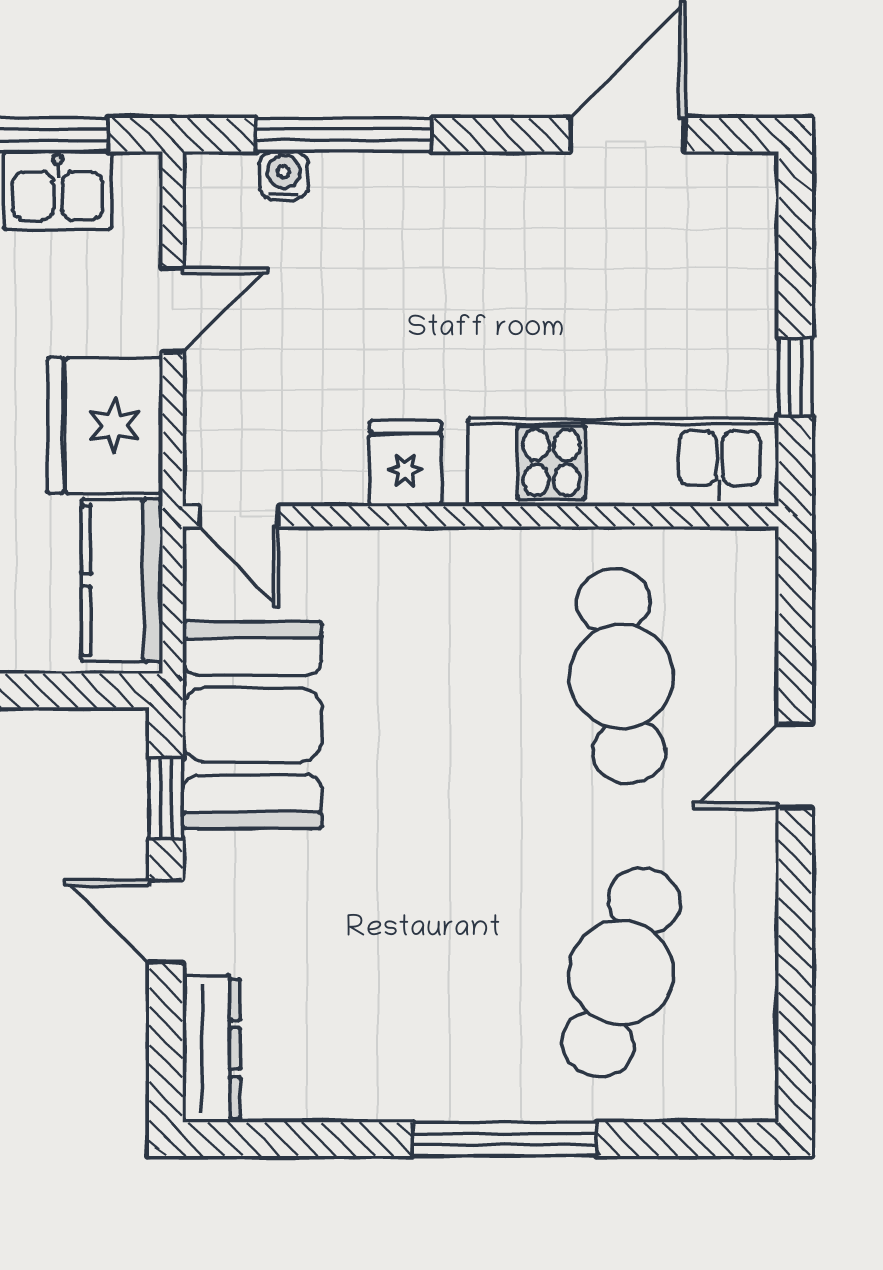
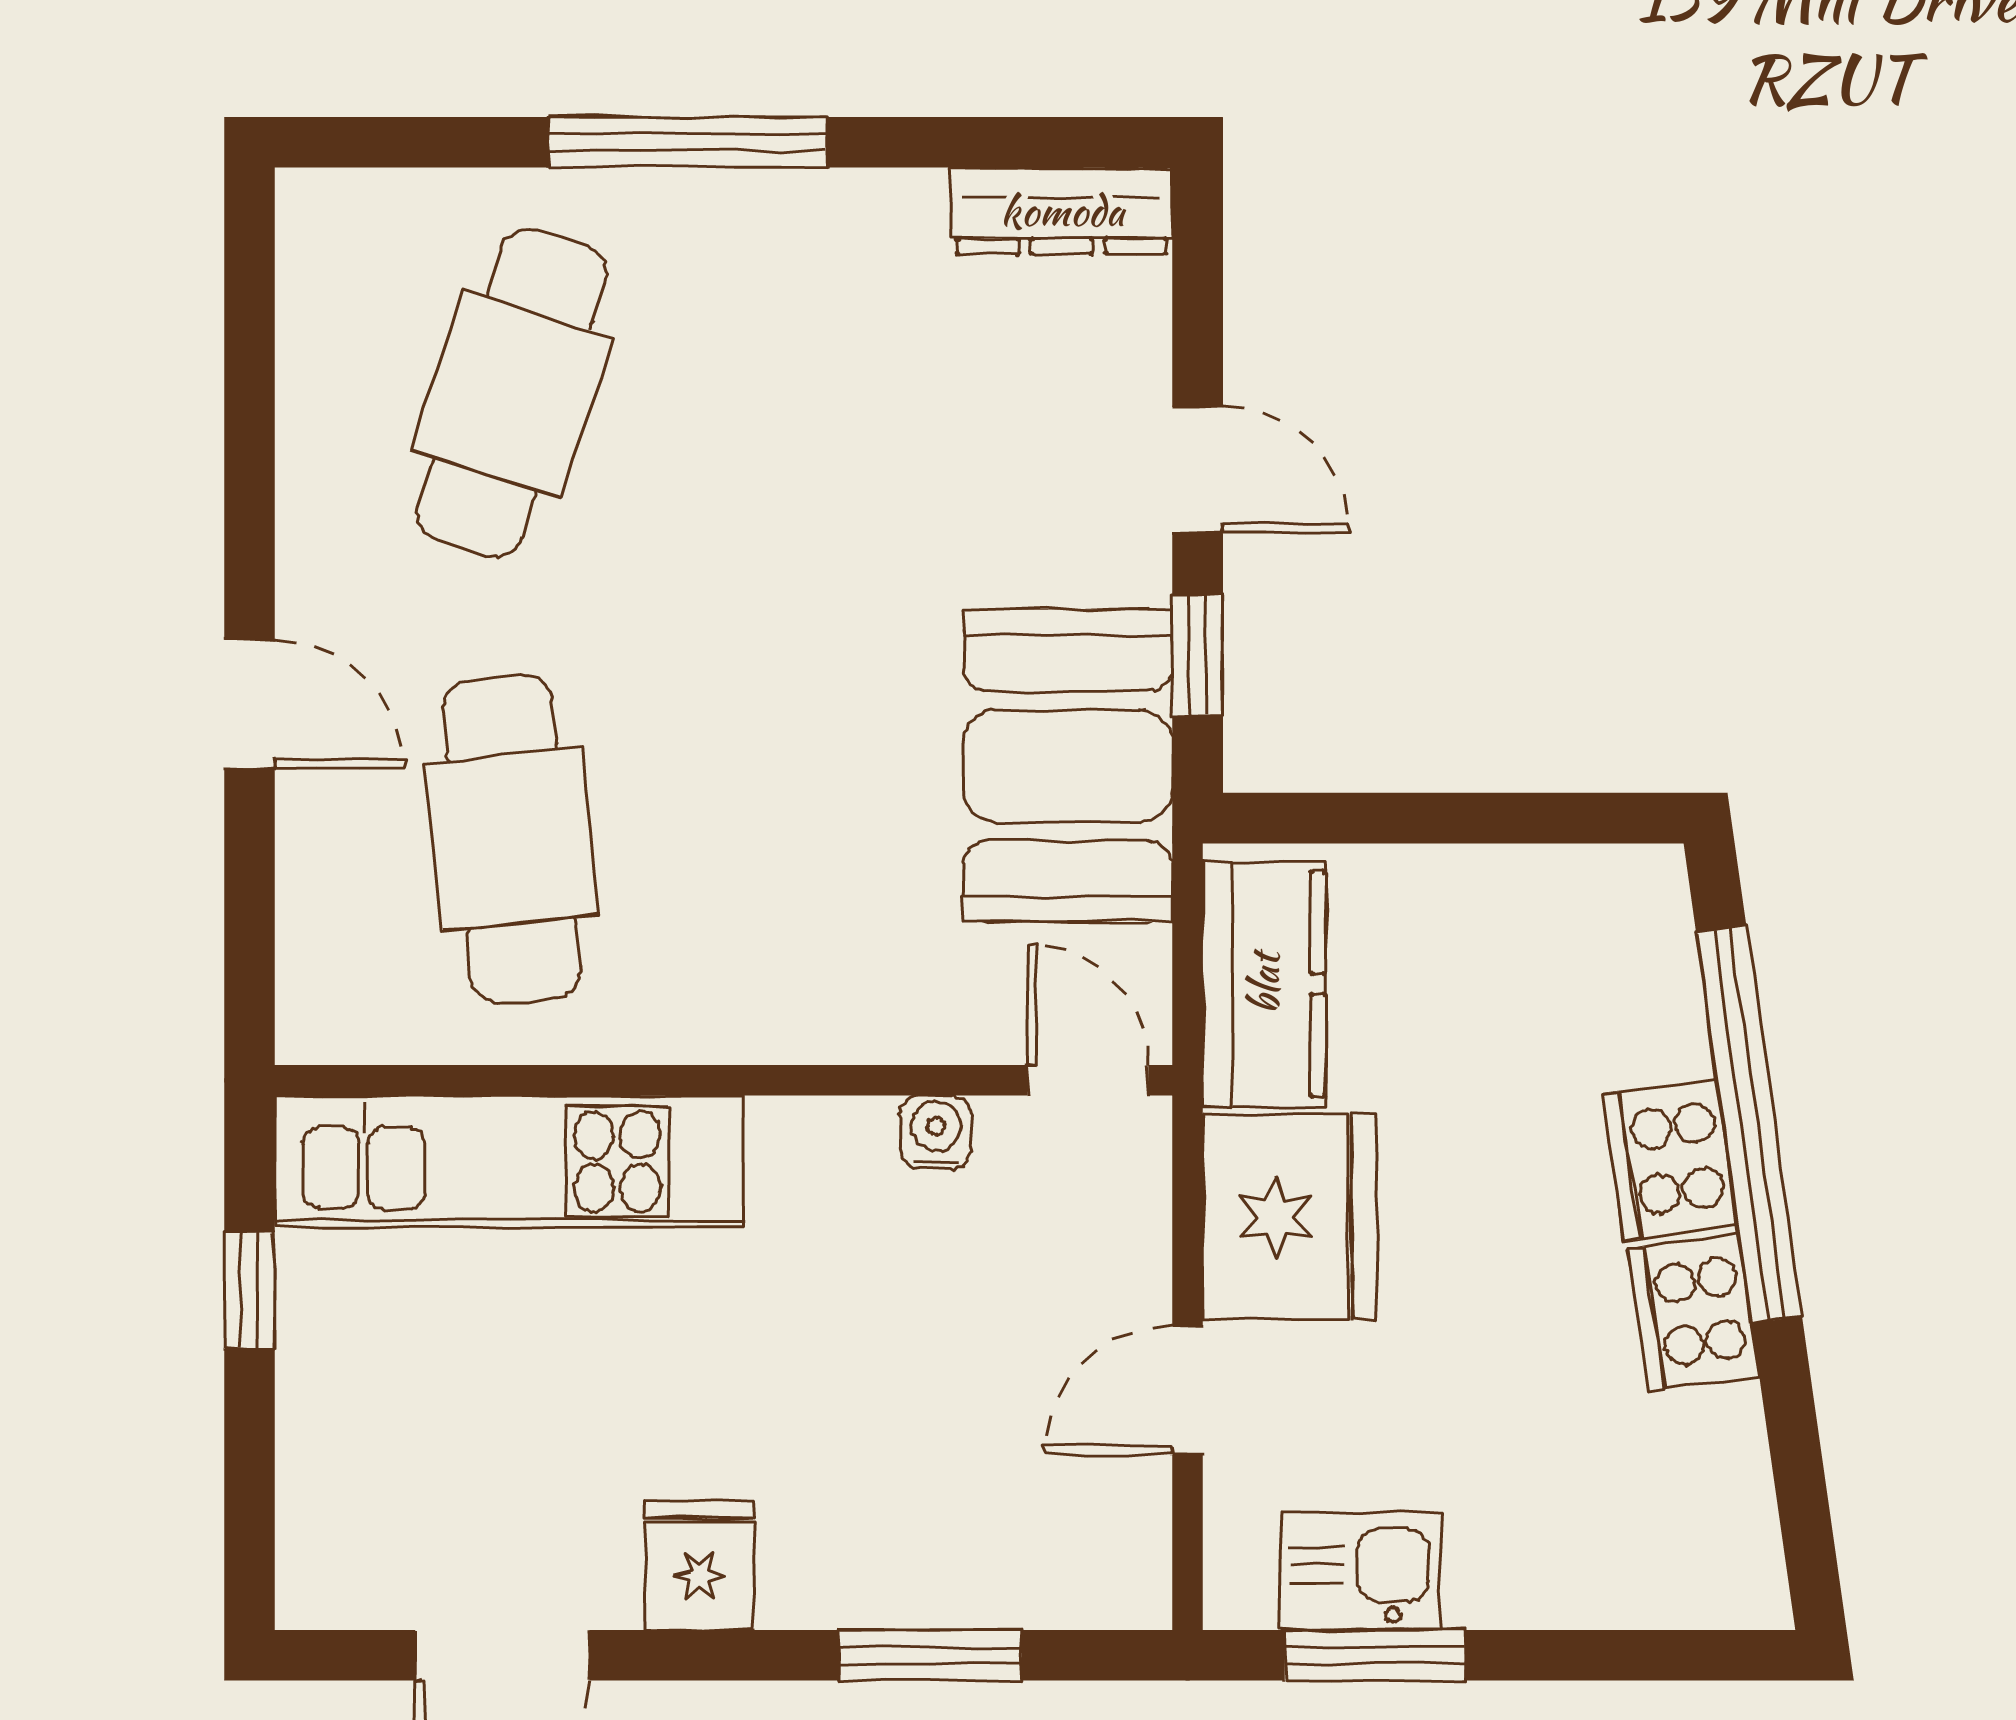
window: (344, 135) -> (930, 1655), width x0.69
water cooler: (284, 176) -> (936, 1132), moved, turned 180
fridge: (405, 463) -> (700, 1565), moved, turned 180
door: (795, 766) -> (249, 704), hinge flipped
dresser: (211, 1049) -> (1062, 211), moved, turned -90

